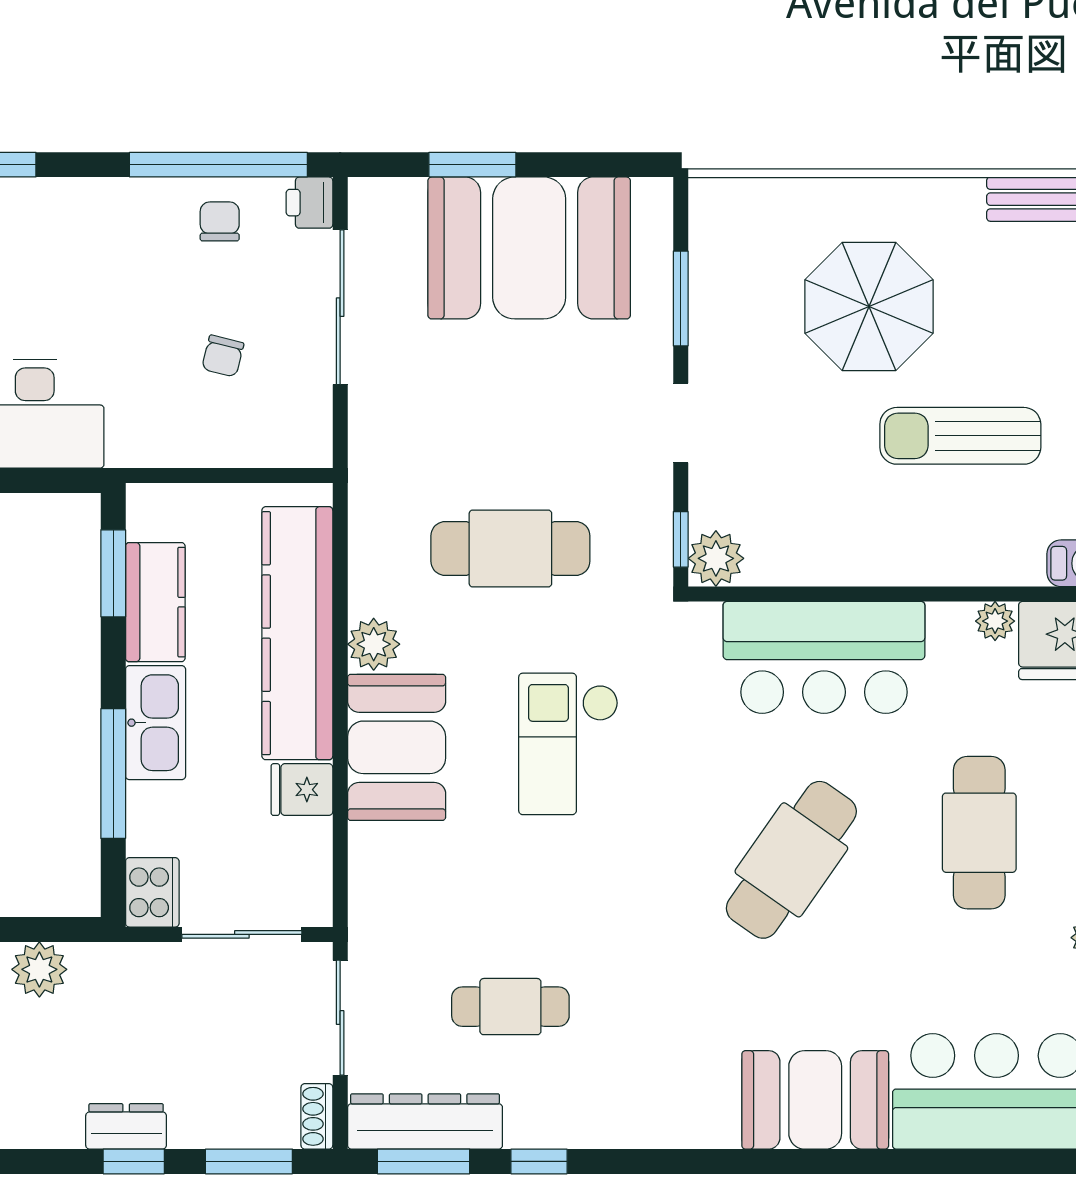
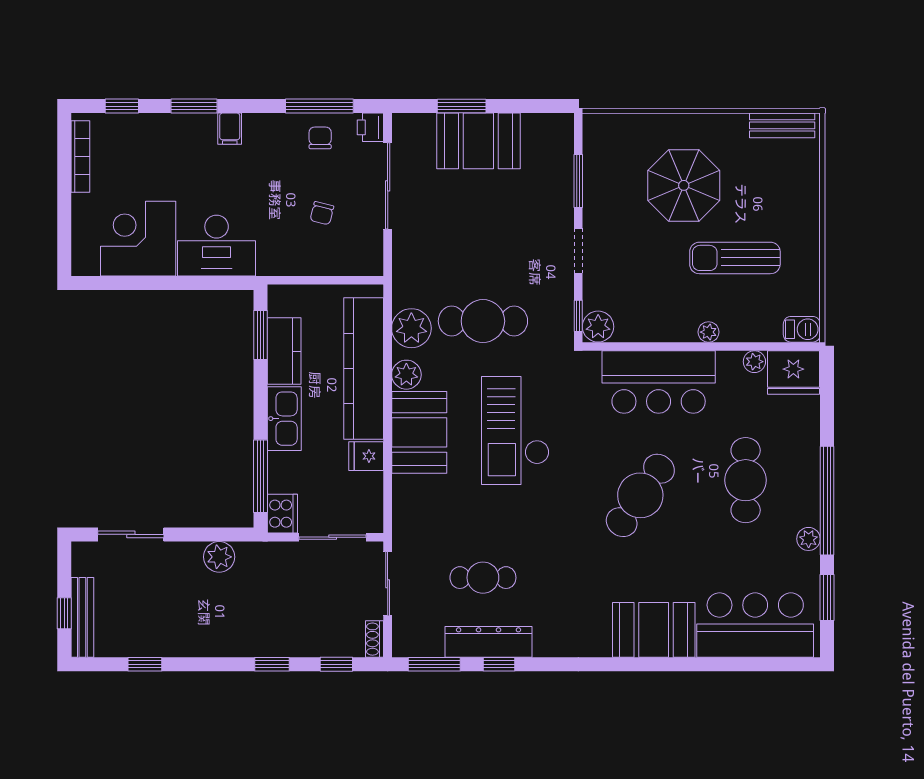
window: (218, 165) -> (319, 106), width x0.68
filing cabinet: (58, 205) -> (230, 129), added
booth: (529, 248) -> (478, 141), width x0.73, depth x0.70
plant: (383, 561) -> (411, 328), added
plant: (913, 568) -> (708, 332), added
checkout: (568, 744) -> (515, 430), width x1.36, depth x1.21
window: (113, 774) -> (260, 476), moved
dresser: (425, 1121) -> (489, 642), moved
dresser: (126, 1126) -> (268, 645), removed
window: (249, 1161) -> (336, 664), width x0.67

